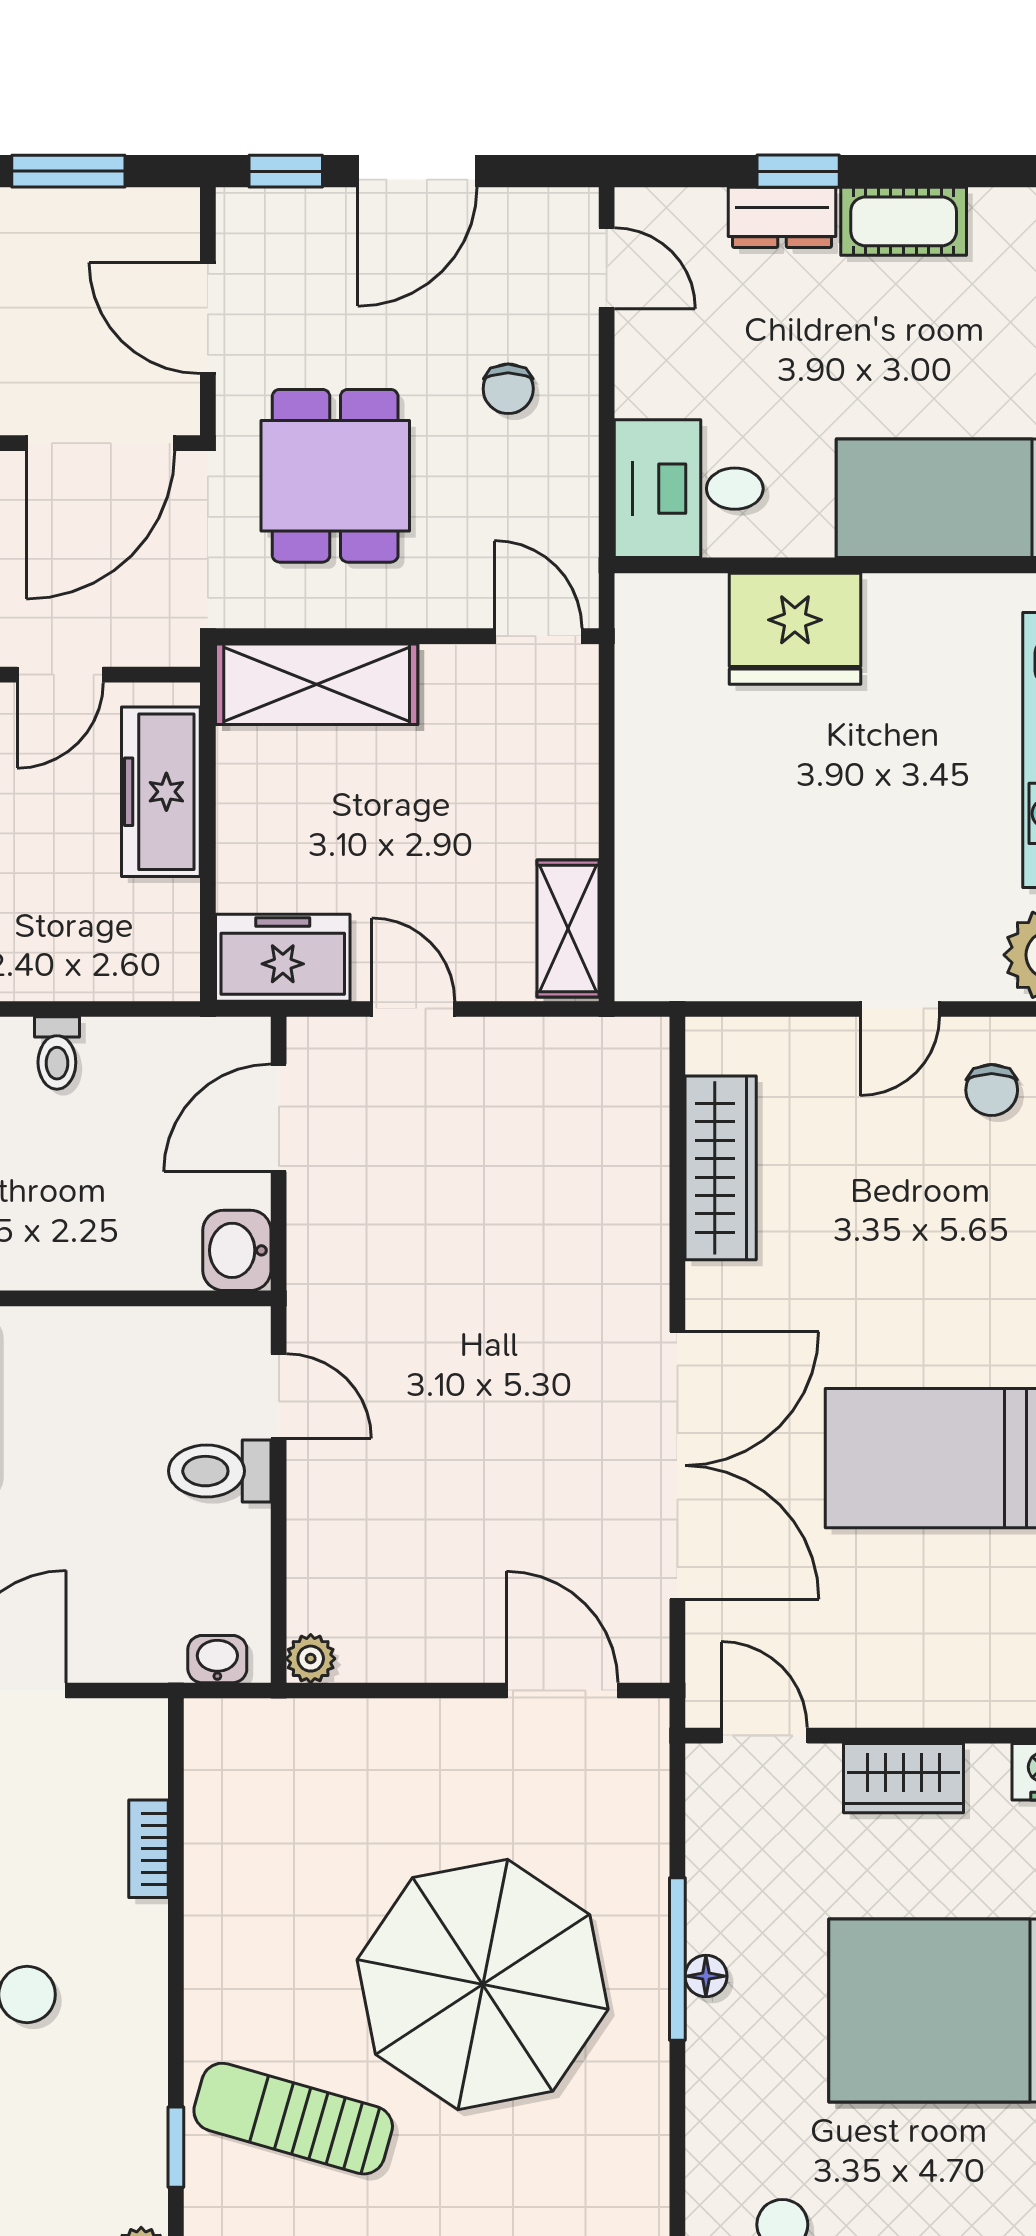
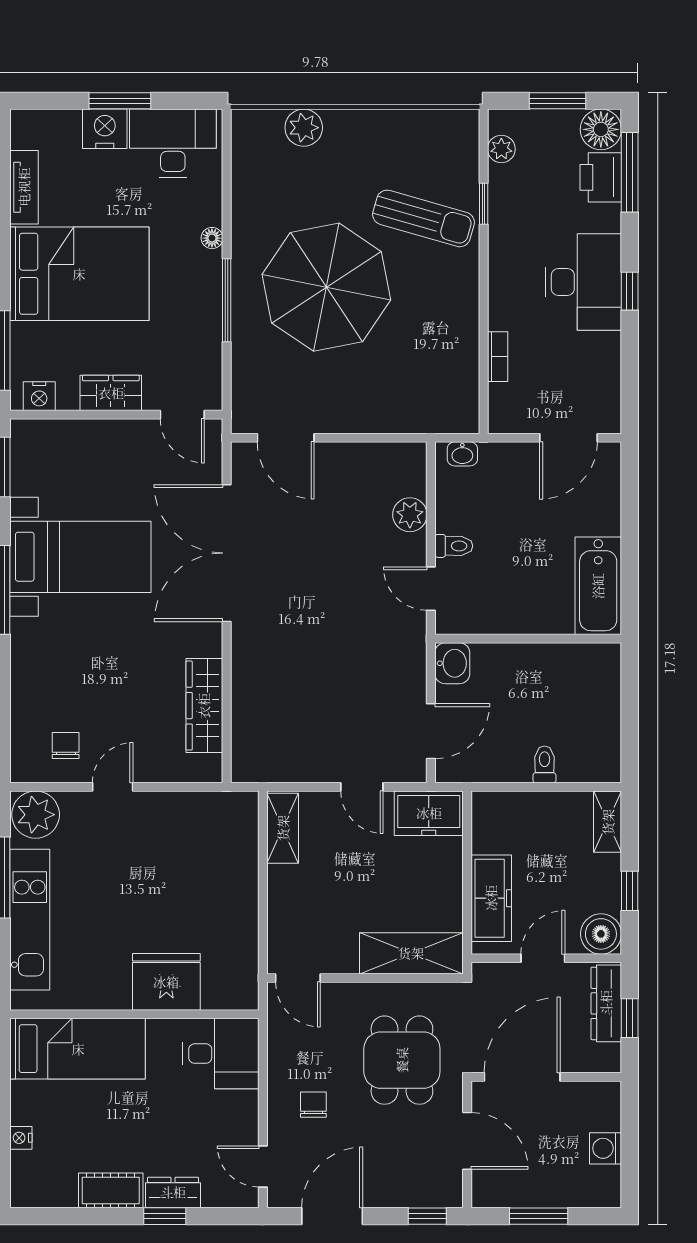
door: (417, 171) -> (332, 1216), moved
toilet: (220, 1471) -> (454, 546), width x0.73, depth x0.72
plant: (311, 1659) -> (410, 515), moved, width x1.38, depth x1.38
floor lamp: (706, 1976) -> (212, 238), moved

